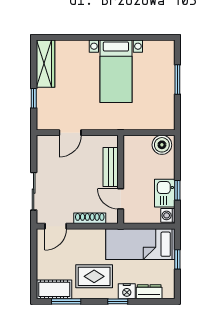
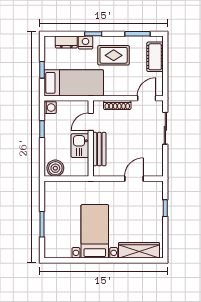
wardrobe: (45, 64) -> (139, 250), moved, turned 90
kitchen sink: (165, 193) -> (80, 146), moved, turned 180
door: (121, 199) -> (91, 122), swing flipped
cot: (54, 289) -> (155, 57), moved, turned 90

